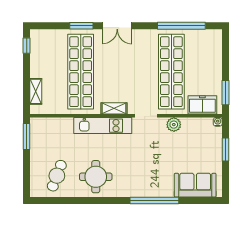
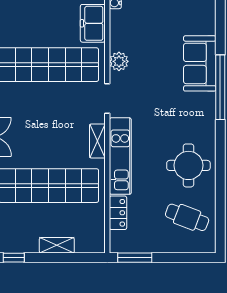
shelving: (36, 91) -> (57, 245), moved
locker: (60, 124) -> (118, 213), added
sofa: (195, 185) -> (200, 63), moved

